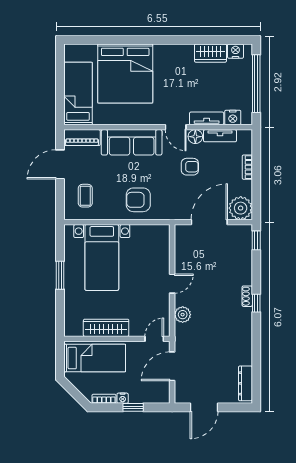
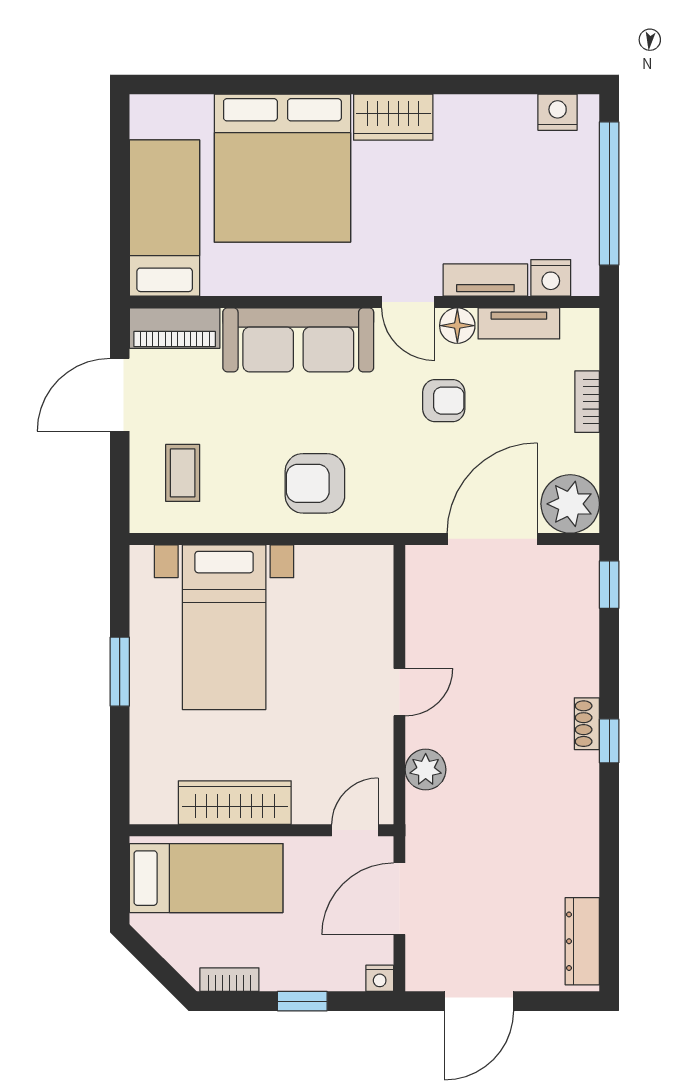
wardrobe: (210, 53) -> (393, 117), moved
nightstand: (123, 398) -> (380, 978), moved

